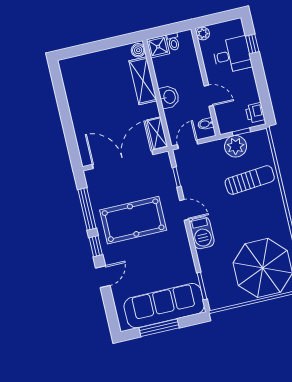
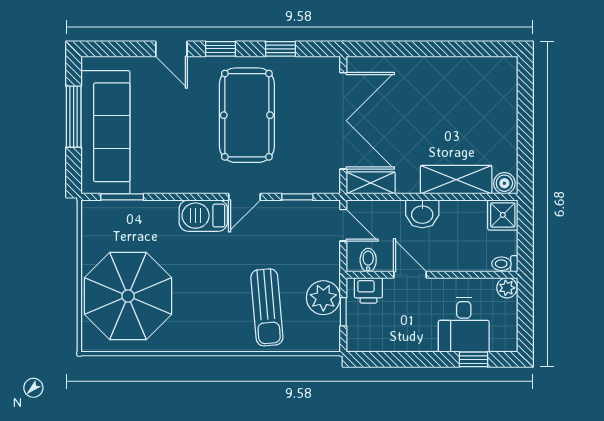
toilet: (173, 42) -> (505, 264), moved
door: (209, 96) -> (410, 275), swing flipped
printer: (255, 113) -> (368, 290), moved, turned 180
window: (87, 209) -> (280, 49), width x0.46

